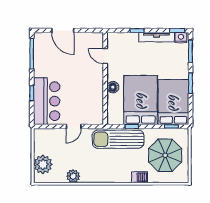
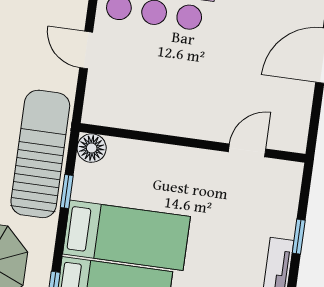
floor lamp: (113, 87) -> (92, 148), moved
bed: (141, 100) -> (126, 235), width x0.67

